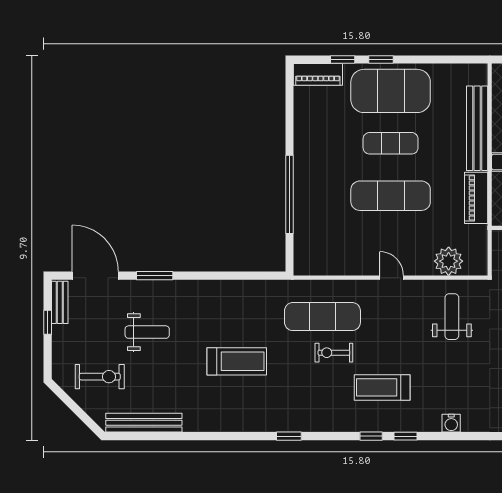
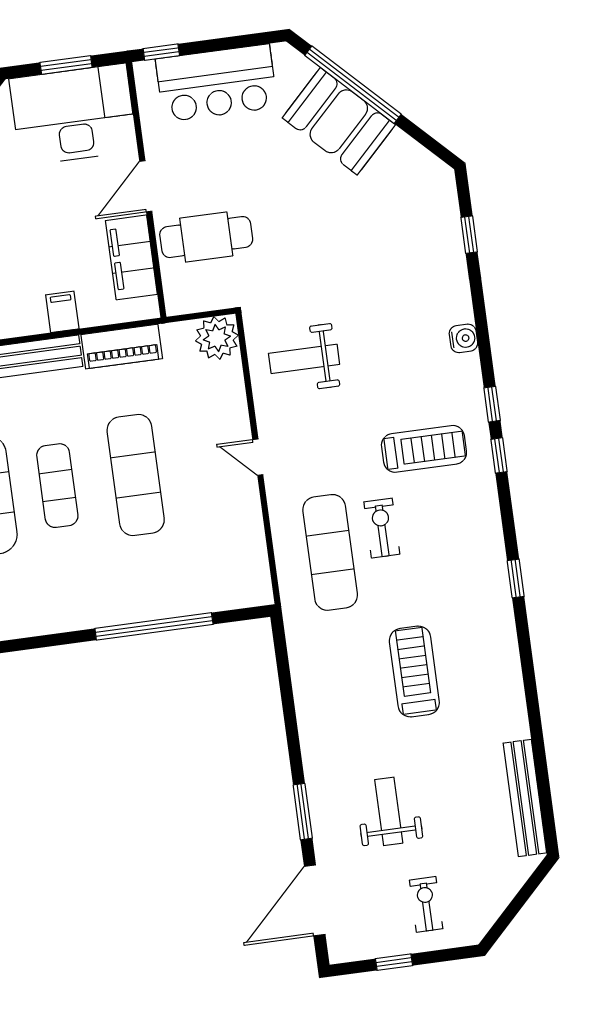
plant: (449, 261) -> (217, 338), moved
door: (391, 278) -> (258, 457), hinge flipped
bench: (60, 302) -> (362, 948), removed
exercise bike: (334, 353) -> (382, 528), turned 180
exercise bike: (100, 377) -> (426, 904), moved, width x0.73, depth x0.72
treadmill: (382, 387) -> (424, 449), turned -90

